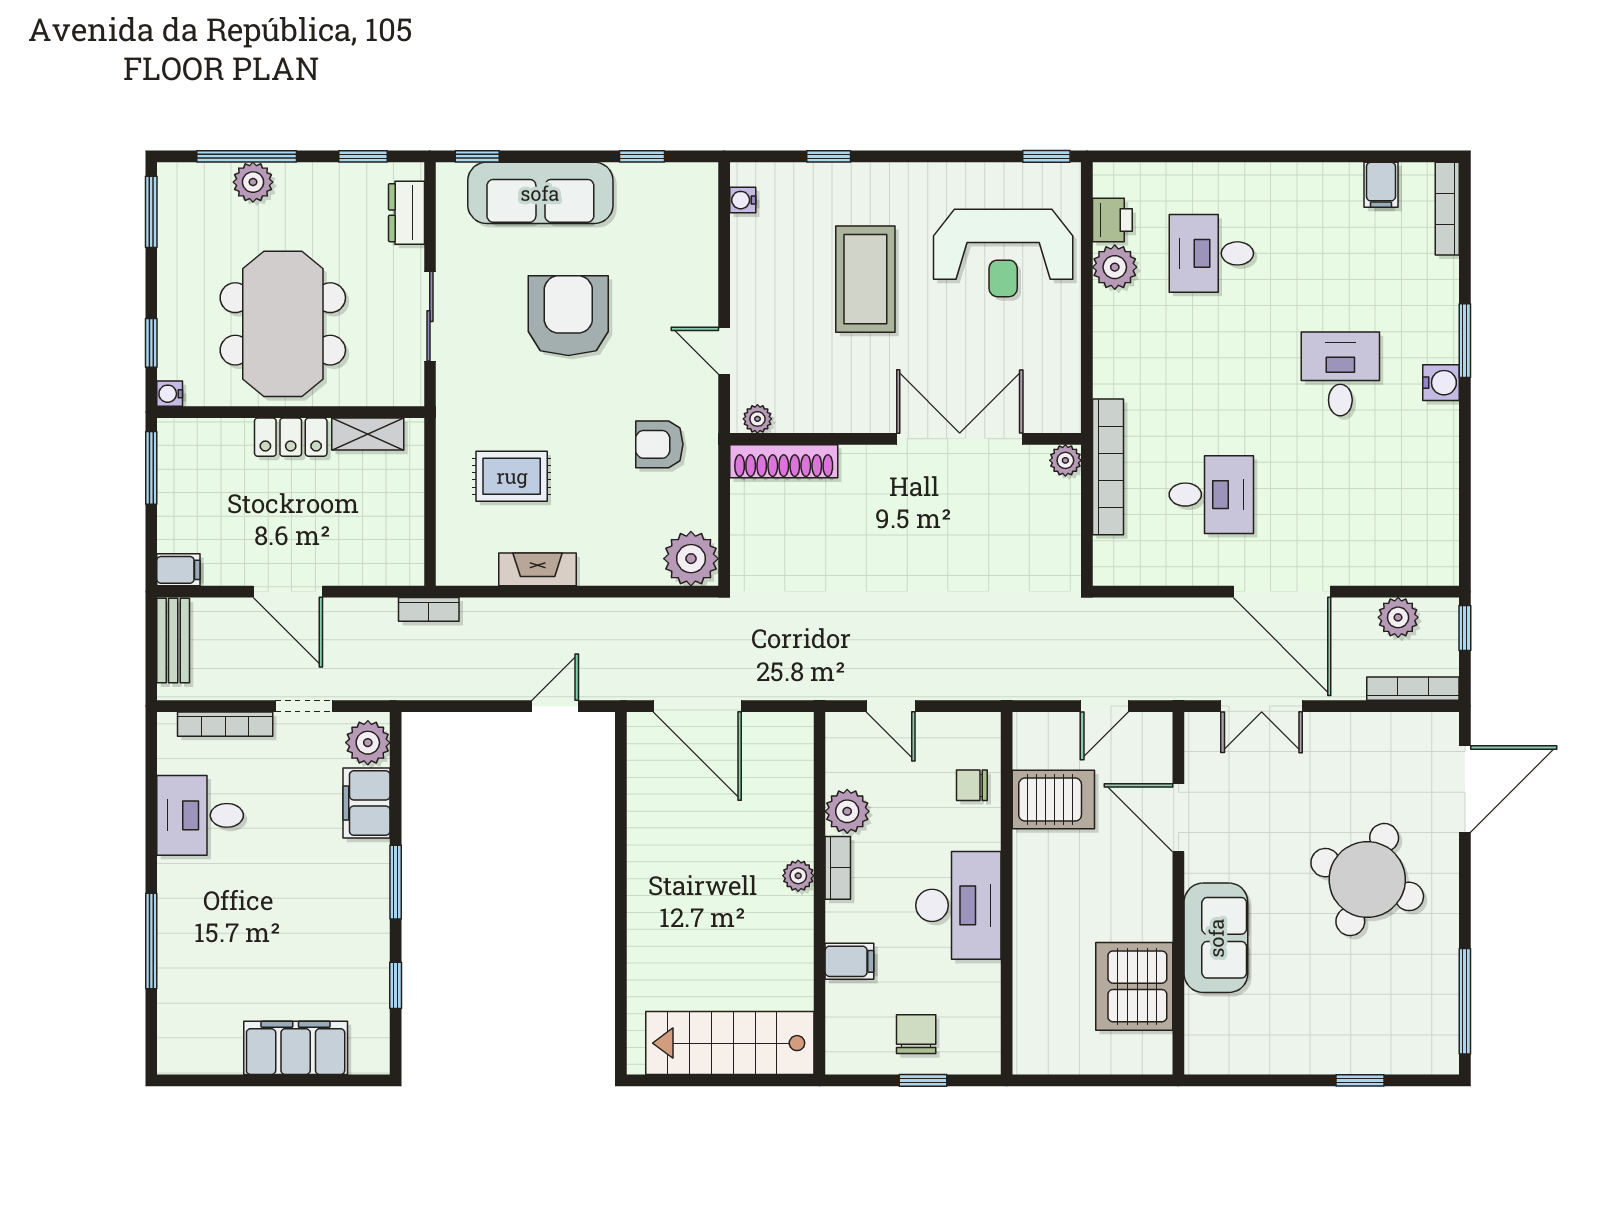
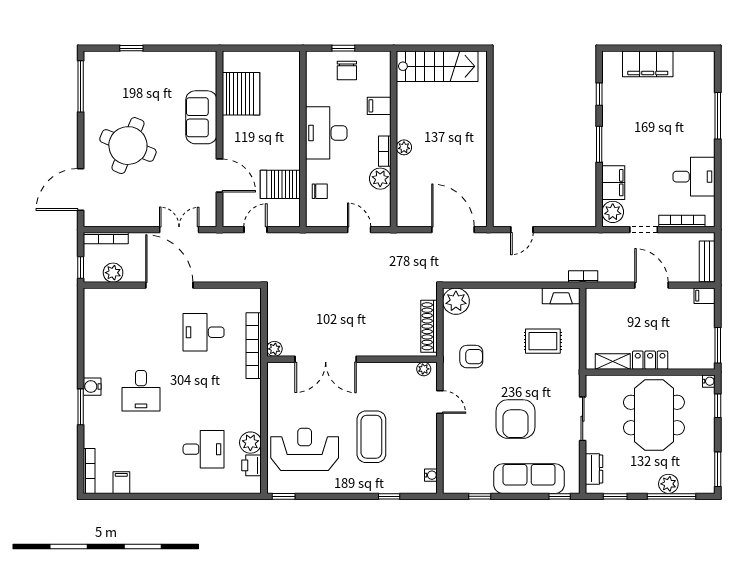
shoe rack: (784, 461) -> (429, 326), moved, turned -90
fireplace: (538, 569) -> (561, 296), moved

